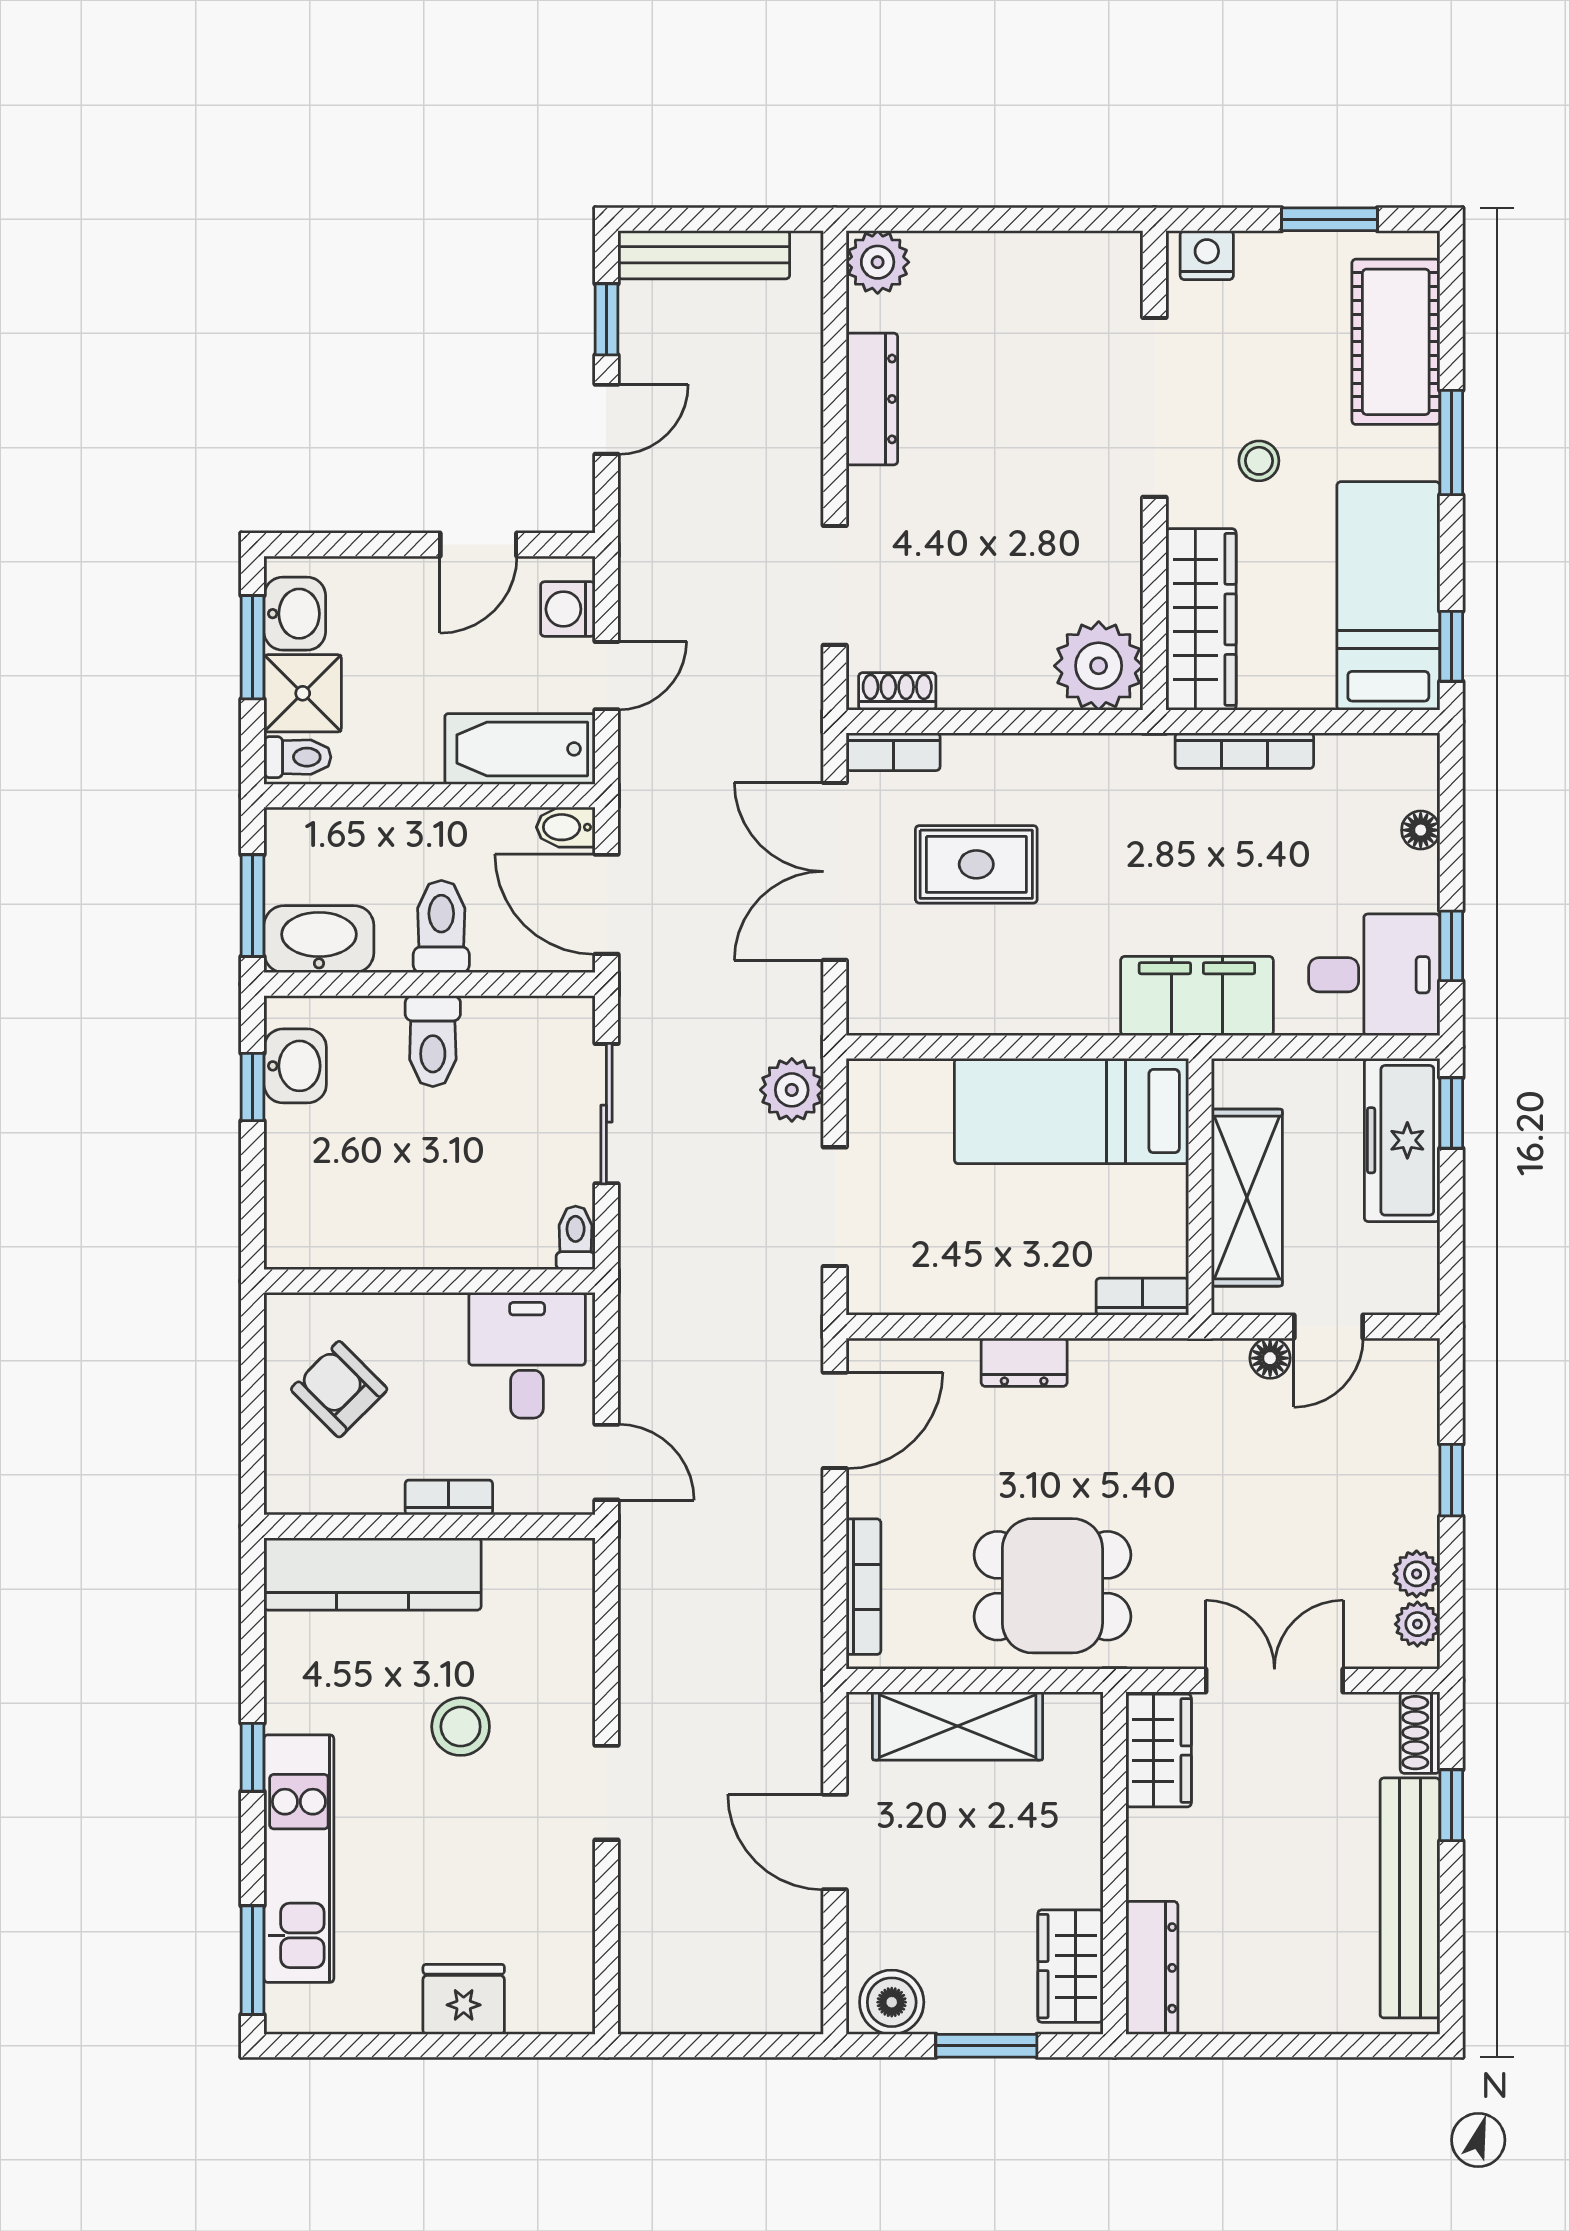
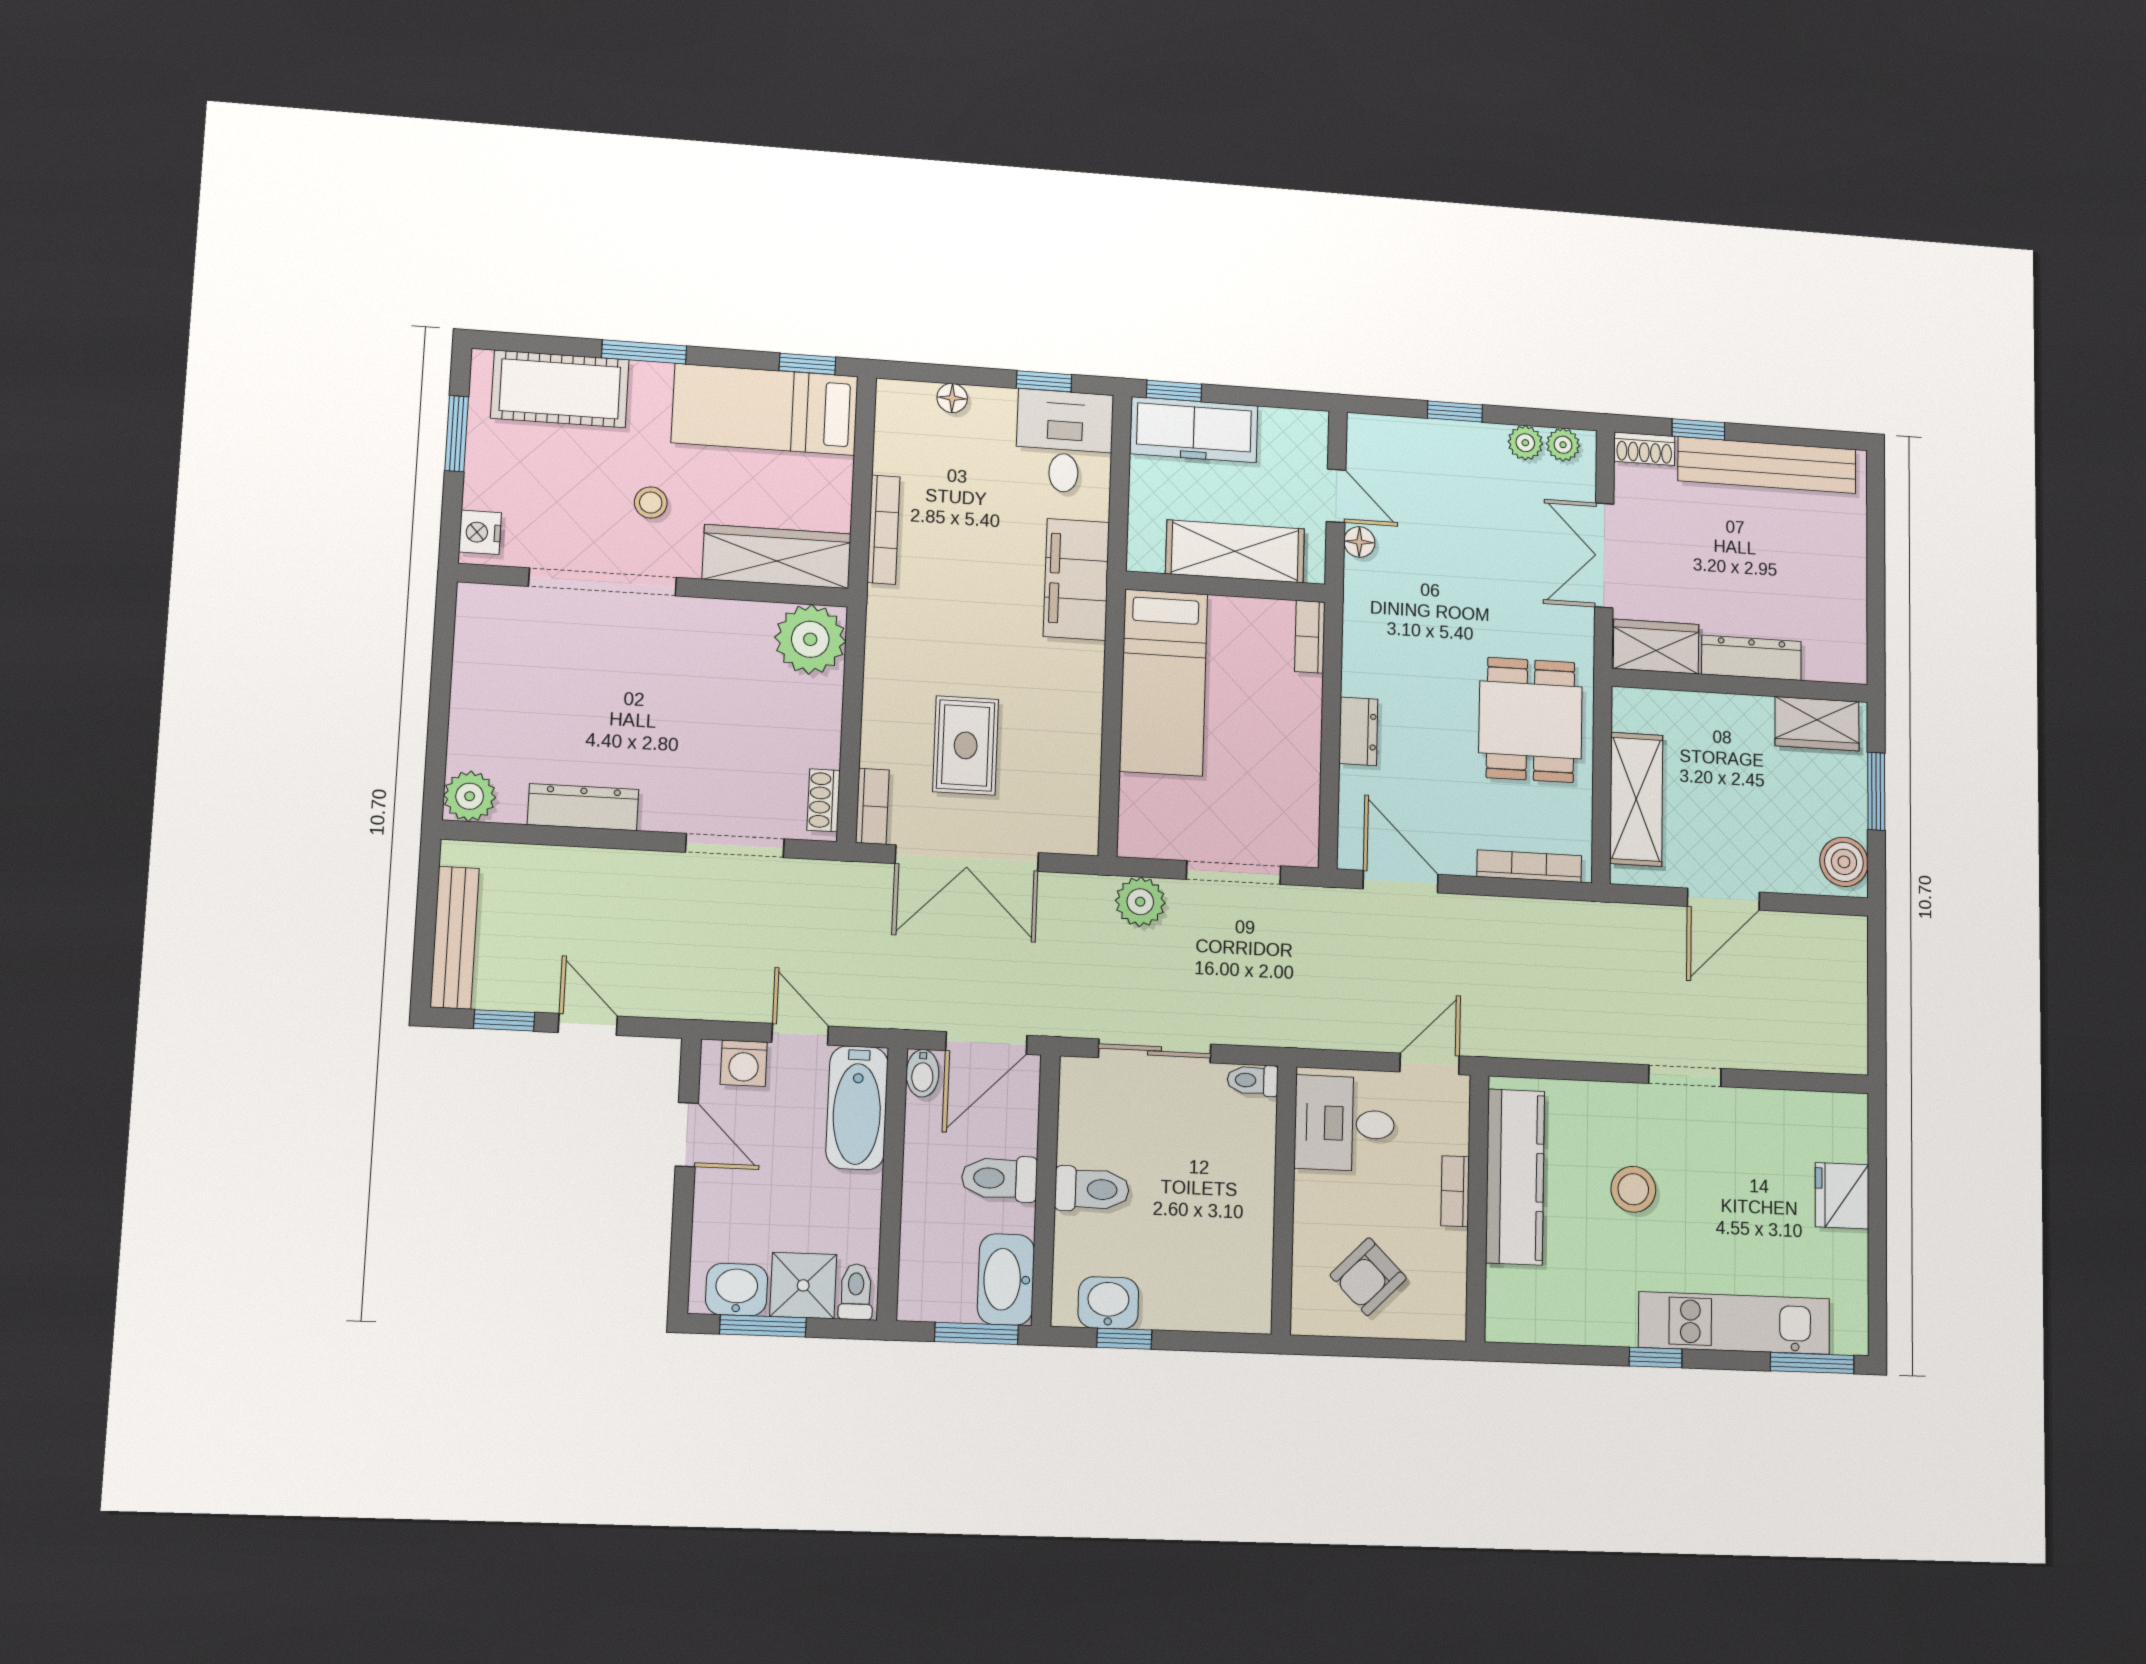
kitchen counter: (373, 1574) -> (1515, 1177), moved
dresser: (1152, 1968) -> (1751, 658), moved

